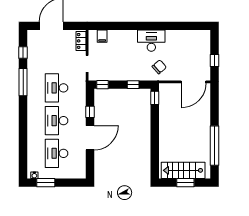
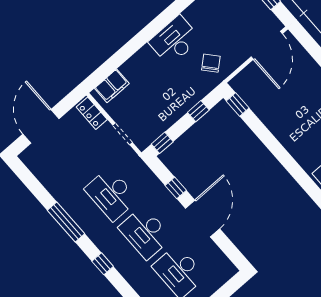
filing cabinet: (102, 36) -> (112, 86), width x2.00
window: (23, 52) -> (103, 264), moved

